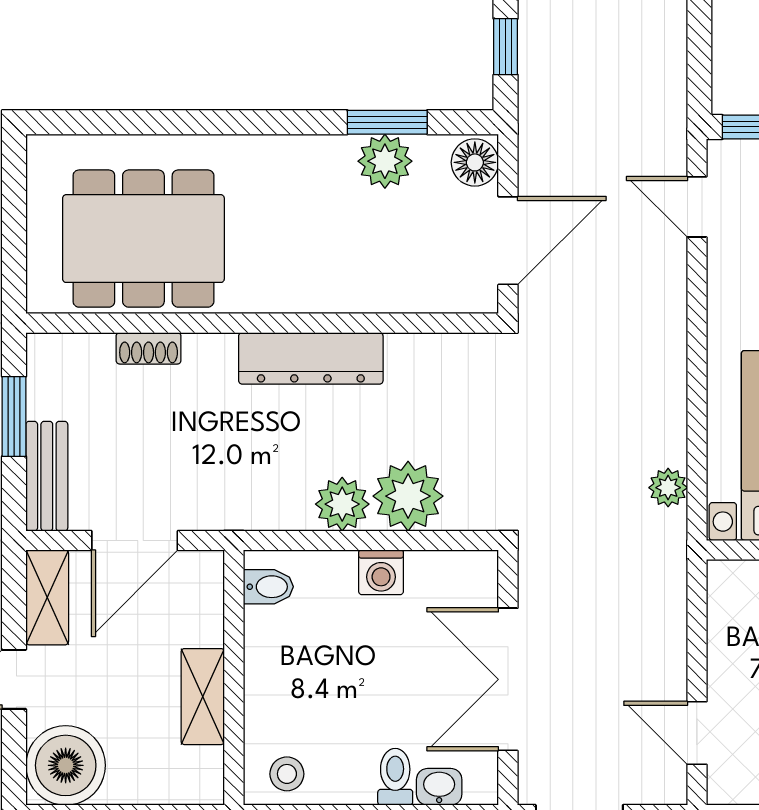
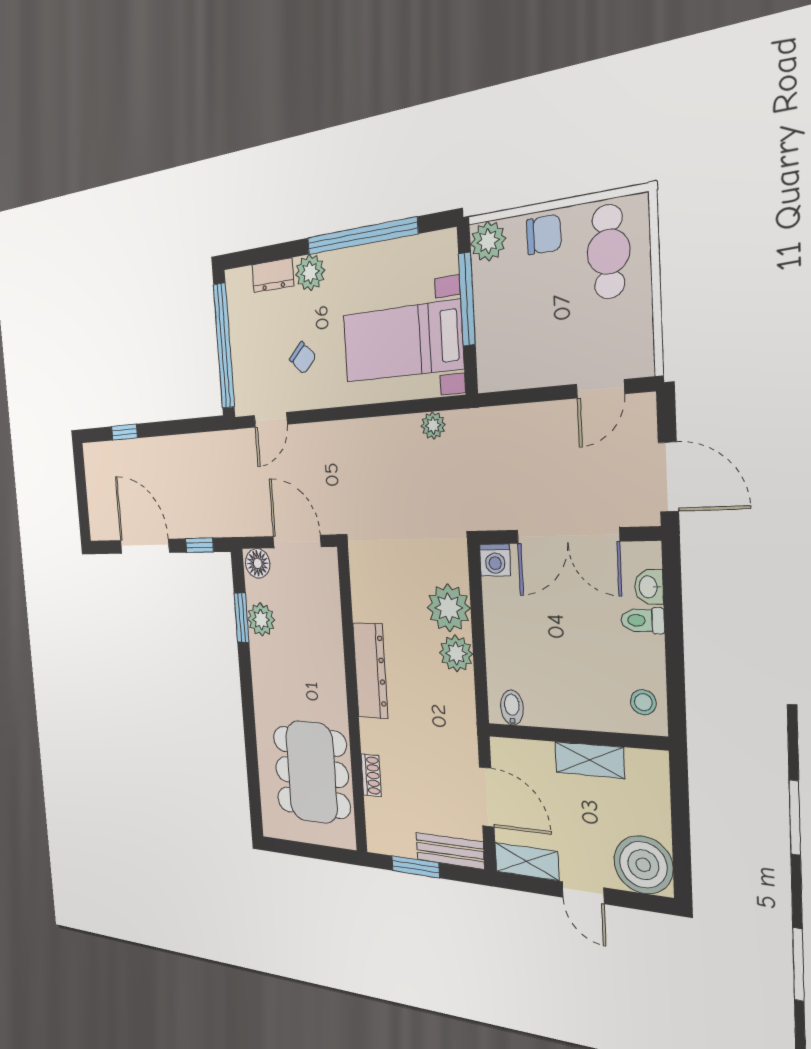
washing machine: (381, 572) -> (495, 560), moved, turned 90

